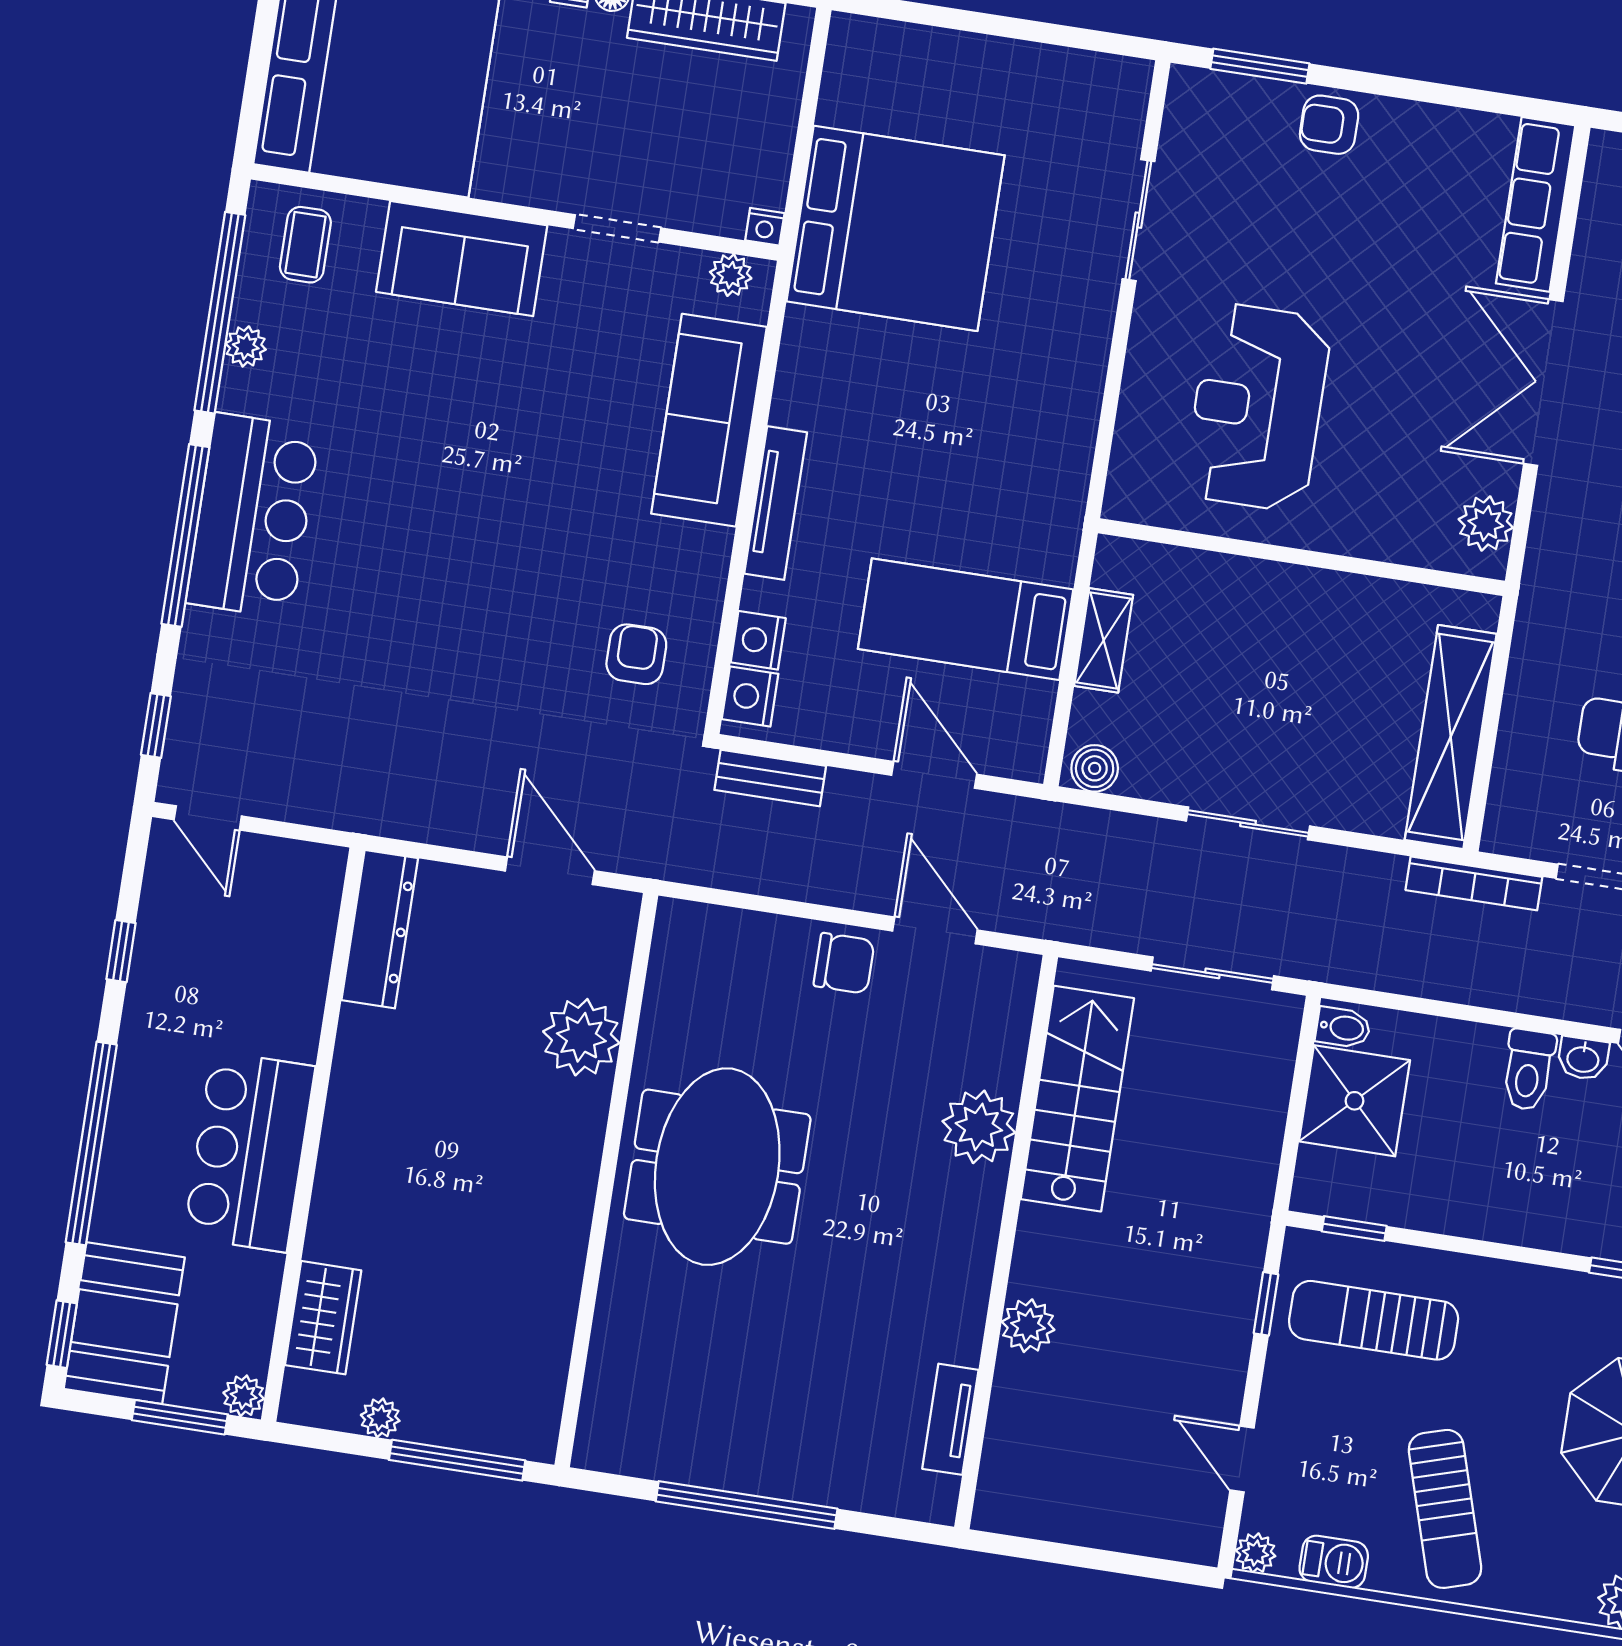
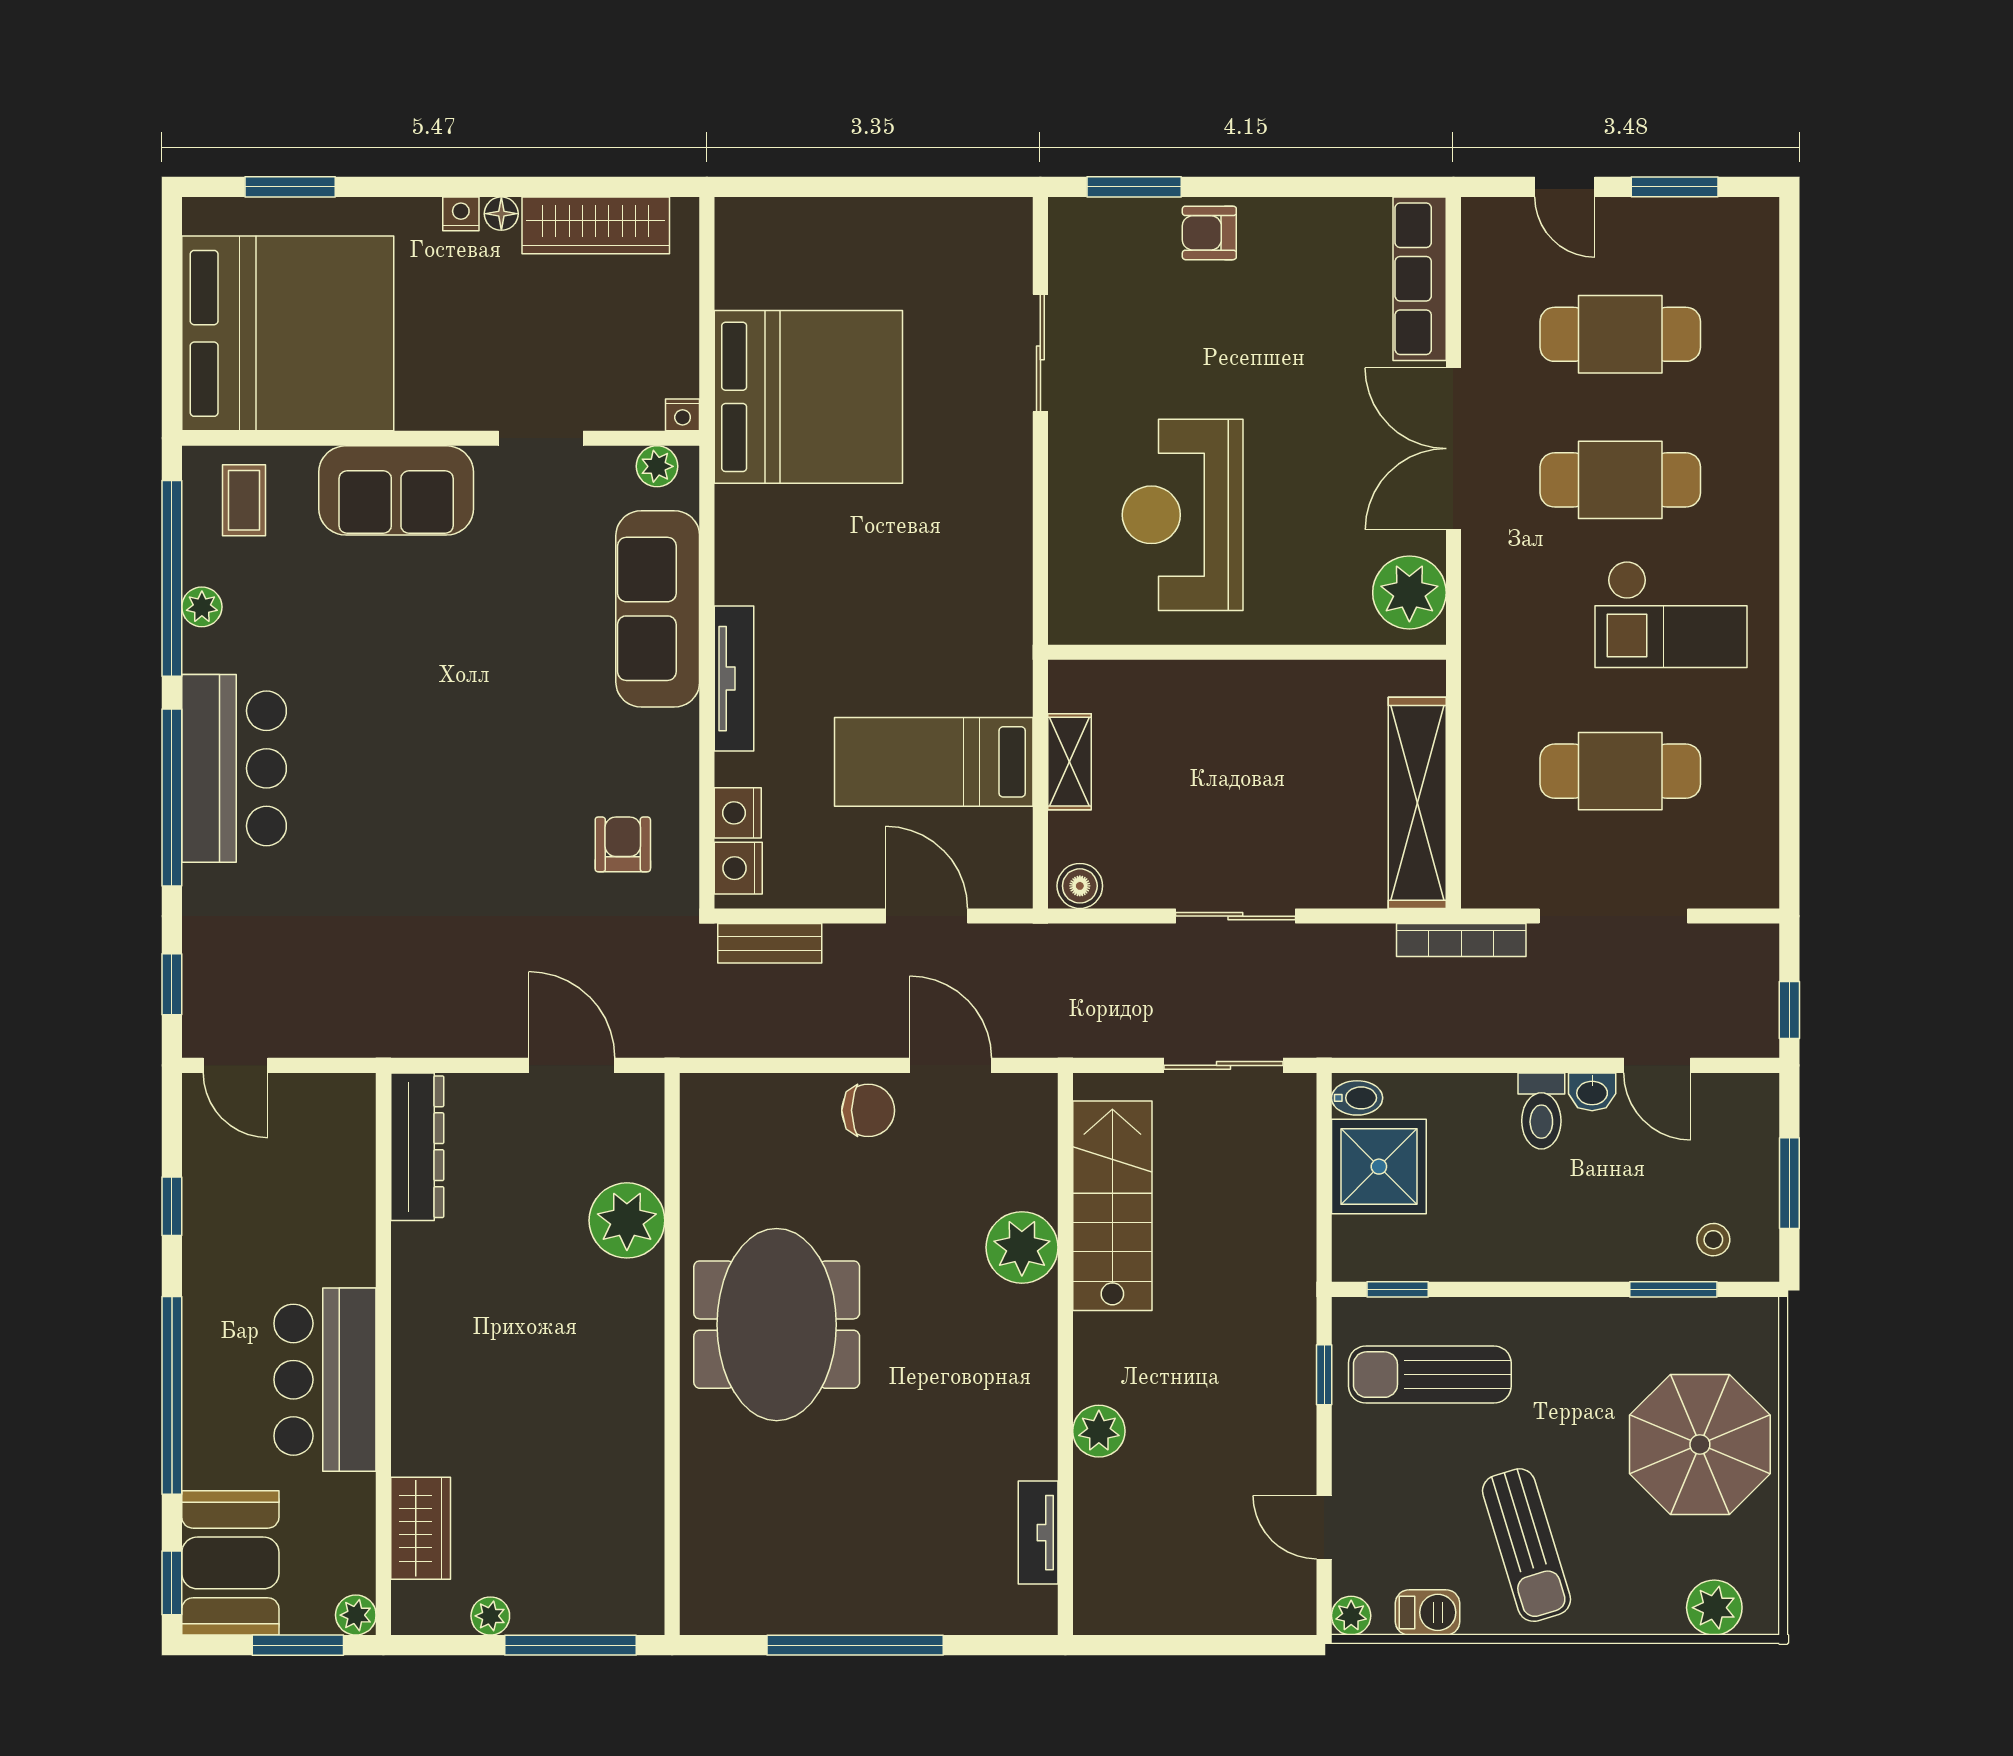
plant: (1486, 523) -> (1409, 593), width x1.36, depth x1.36

